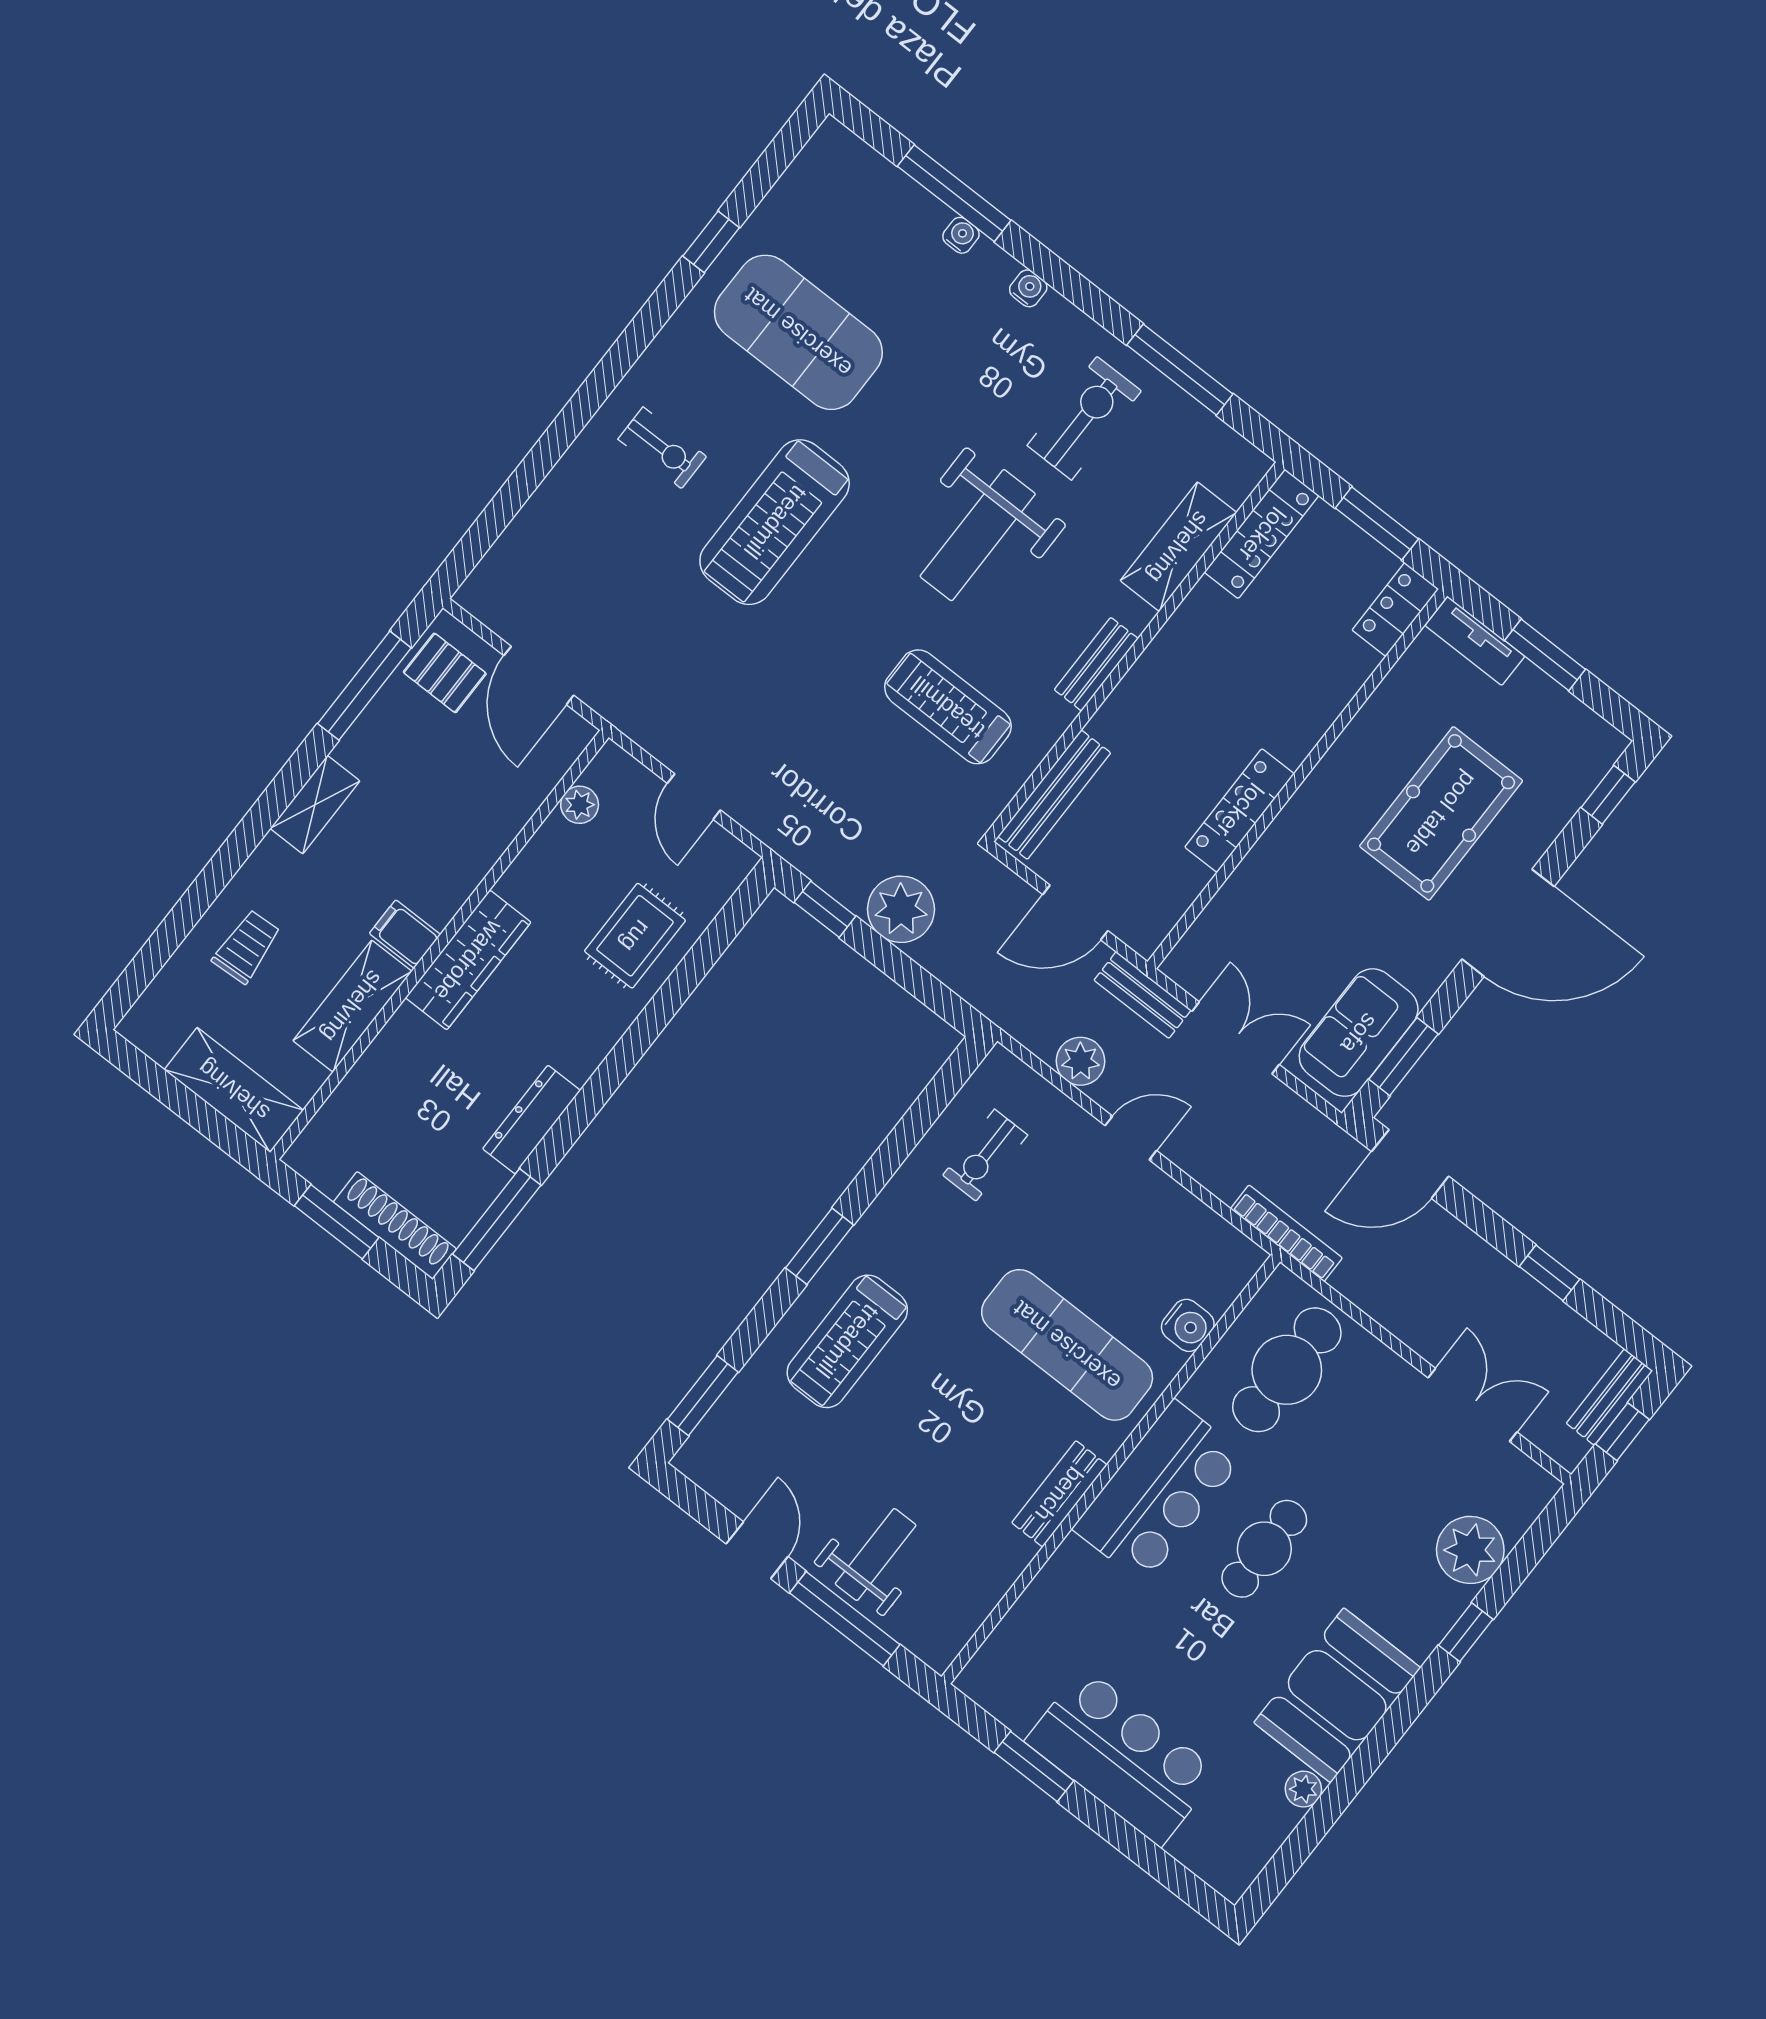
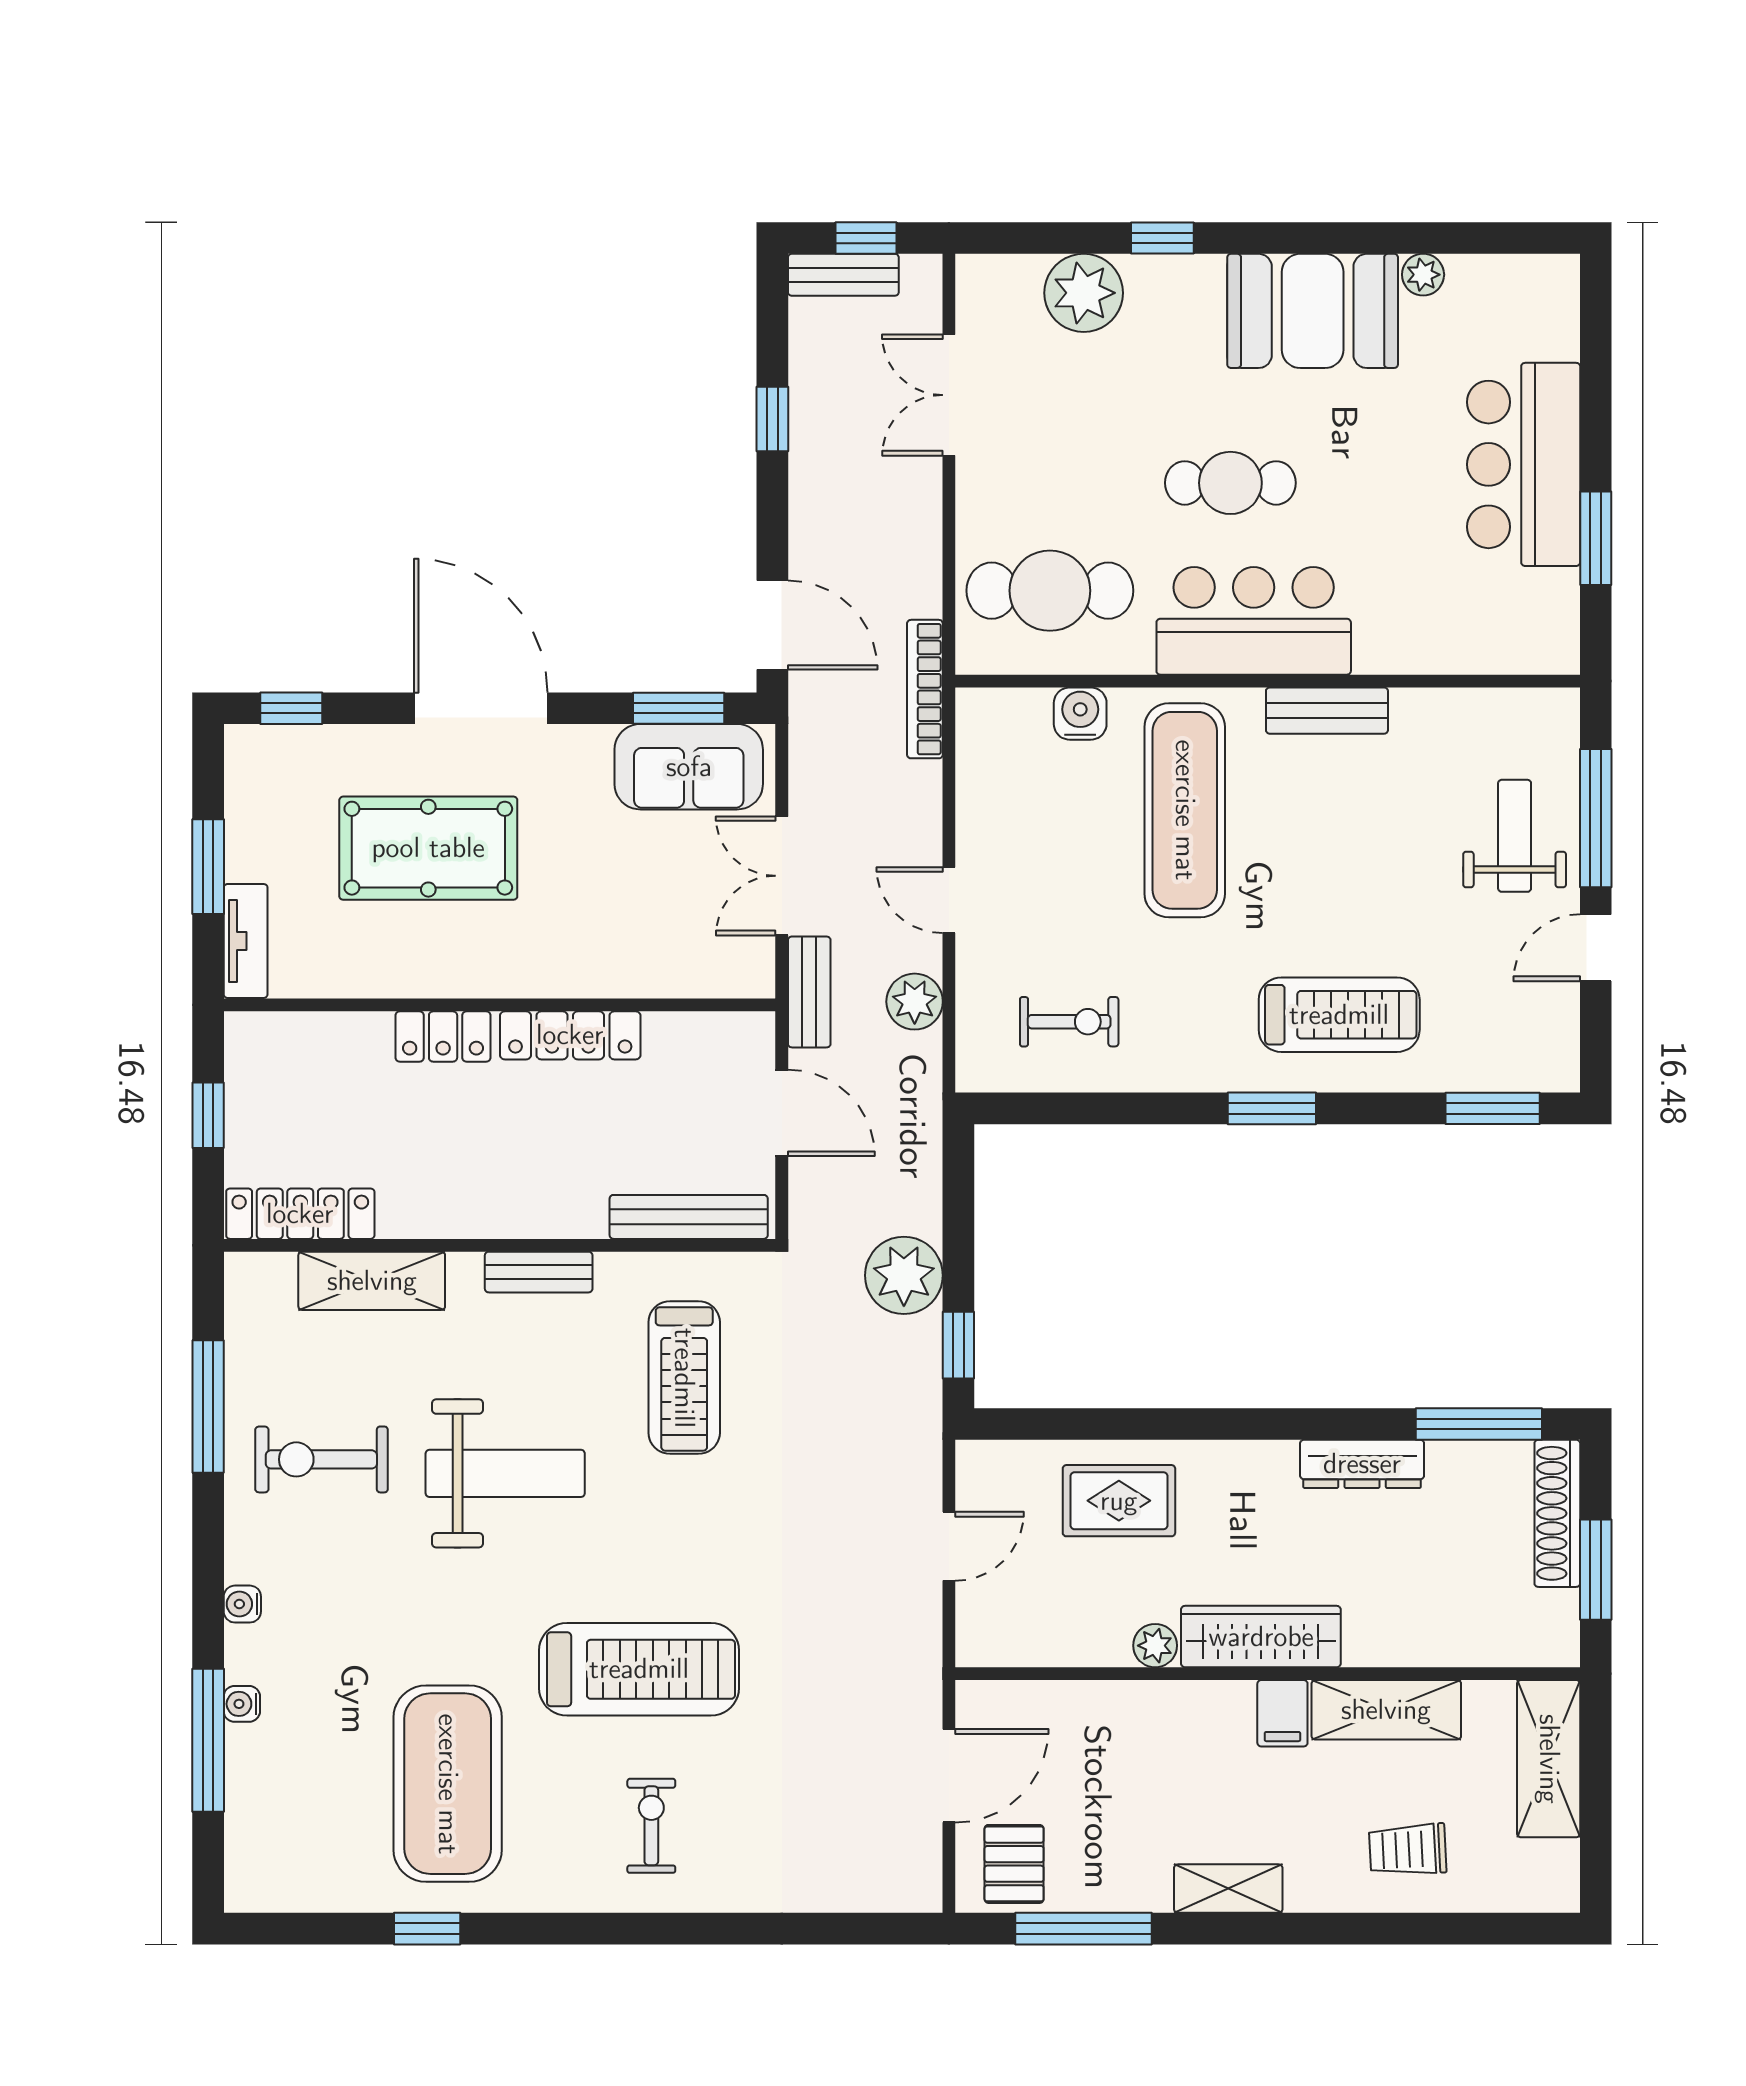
window: (1377, 523) -> (208, 1115), width x0.67
locker: (1395, 609) -> (443, 1036), moved
plant: (580, 805) -> (1155, 1646), moved
weight bench: (876, 1554) -> (1515, 836), turned 90

